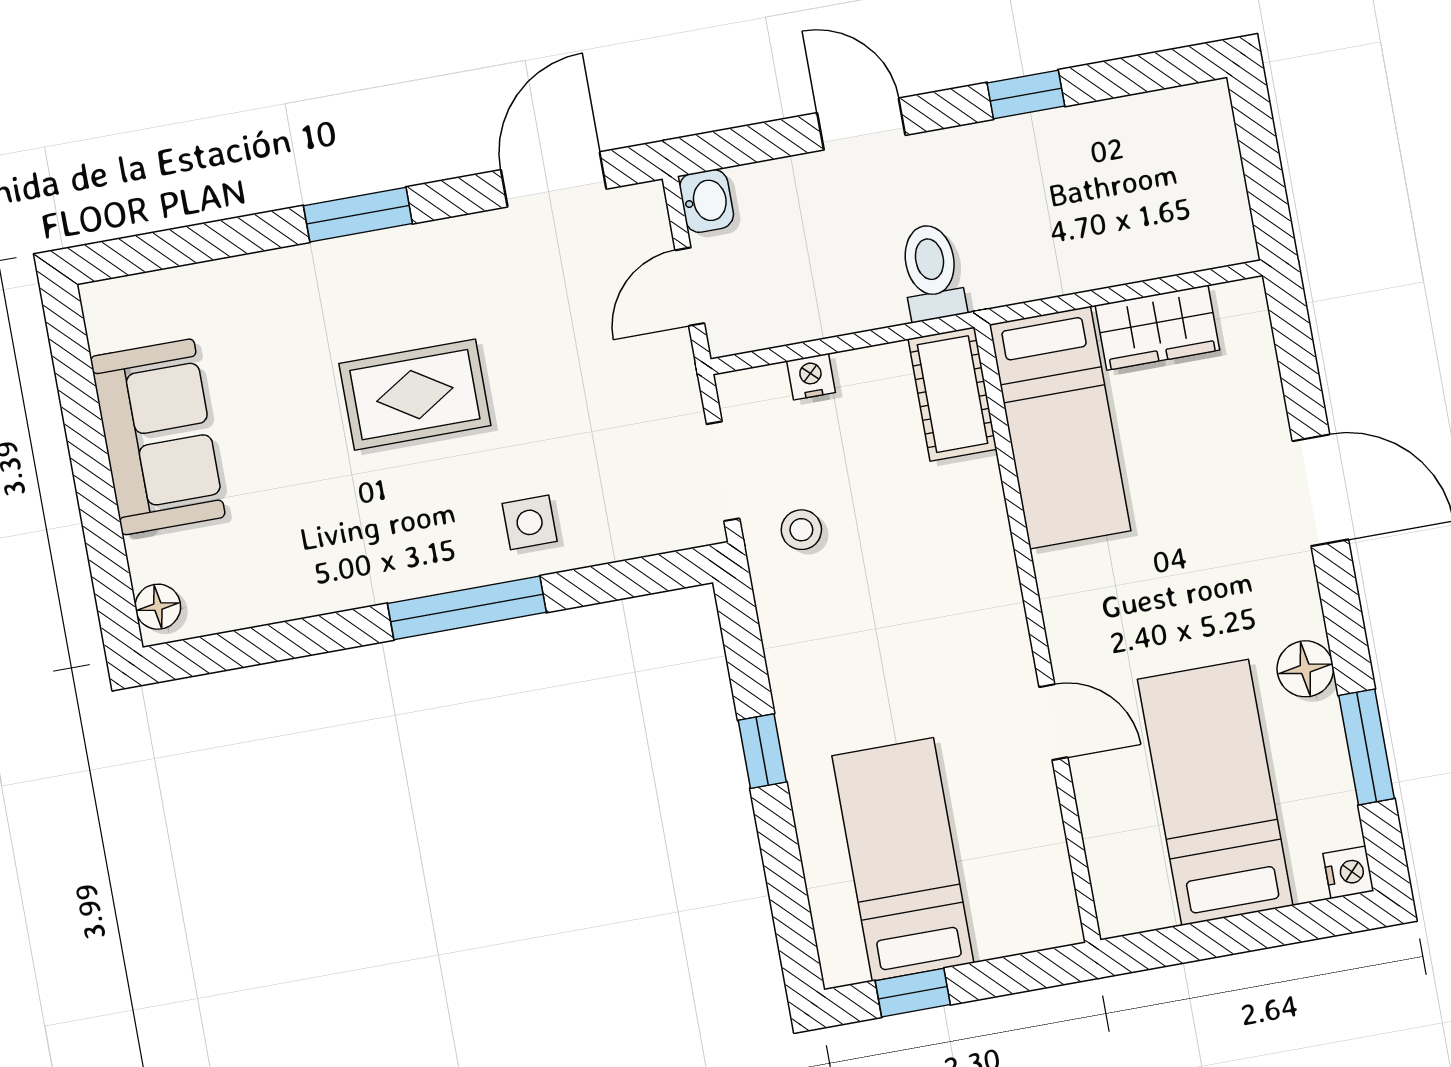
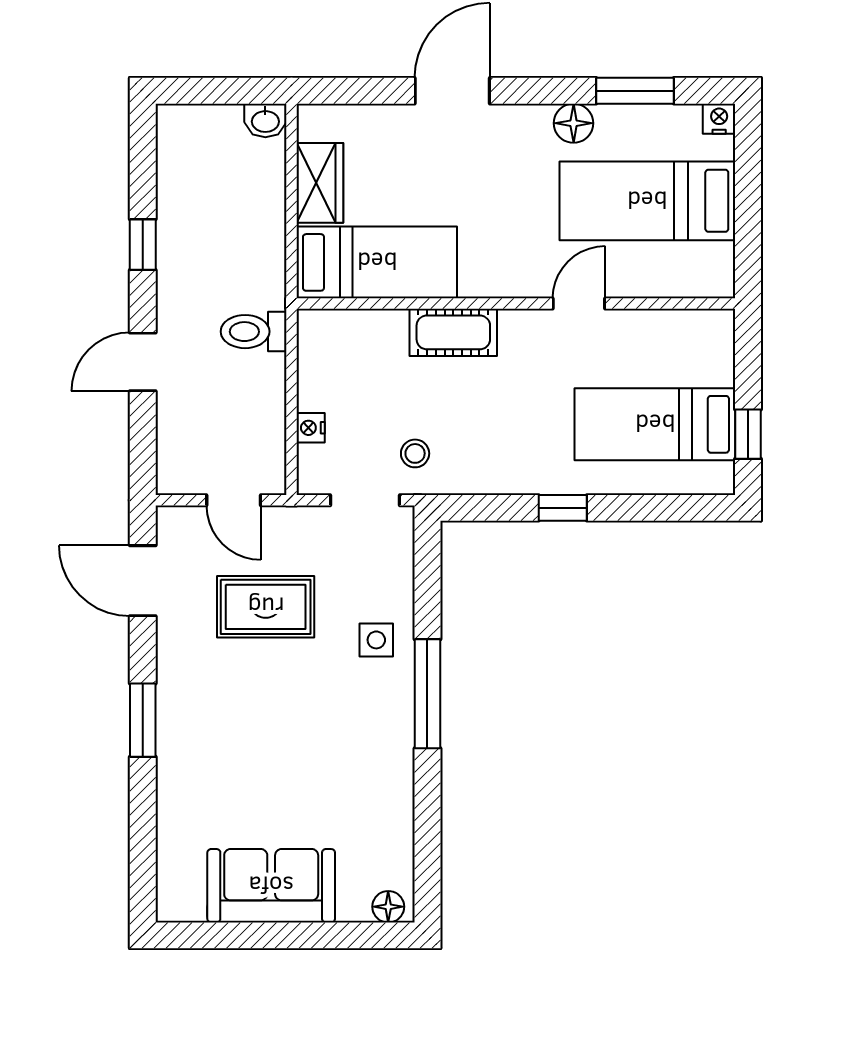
washbasin: (706, 201) -> (265, 120), moved, turned 180
cot: (952, 394) -> (453, 332), moved
rug: (415, 395) -> (266, 607), moved, turned 90

